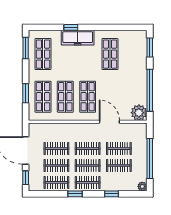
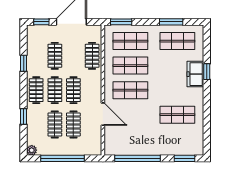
freezer: (78, 38) -> (195, 74), width x0.71
window: (26, 48) -> (171, 22), moved
window: (26, 93) -> (121, 22), moved
plant: (139, 113) -> (113, 147), removed
door: (109, 122) -> (103, 114), hinge flipped
clothes rail: (56, 149) -> (92, 56), moved
clothes rail: (56, 182) -> (36, 56), removed
window: (75, 194) -> (24, 63), moved

